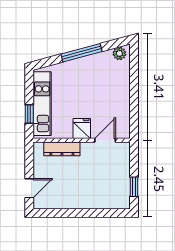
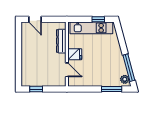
window: (82, 53) -> (129, 68), moved
window: (134, 73) -> (112, 89), added
window: (29, 114) -> (98, 19), moved

